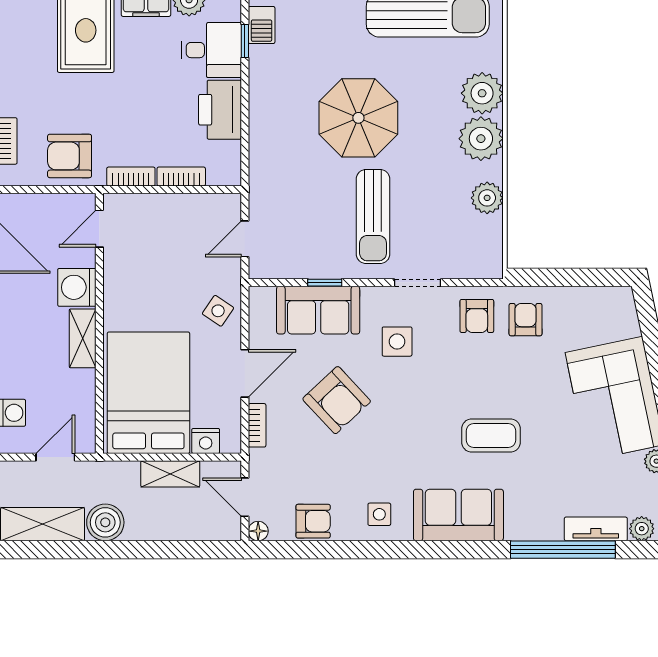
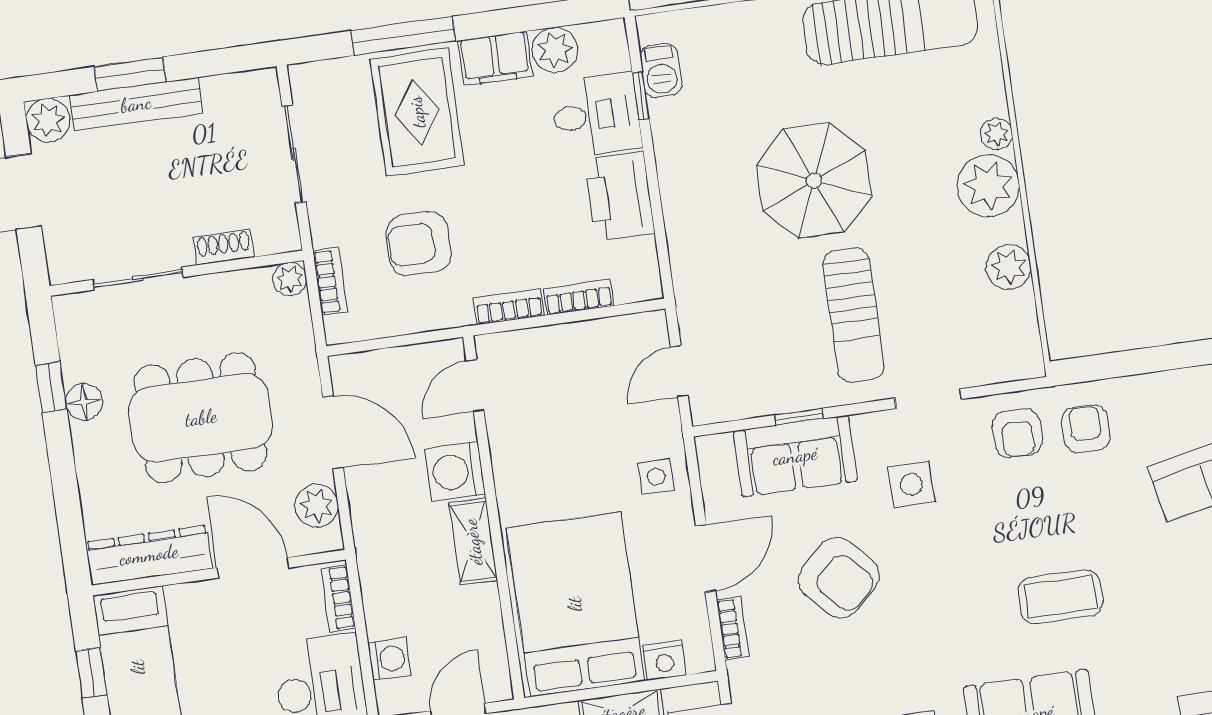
plant: (482, 93) -> (997, 134), width x0.53, depth x0.53
armchair: (70, 156) -> (419, 244), moved
side table: (218, 311) -> (656, 477), turned -34

